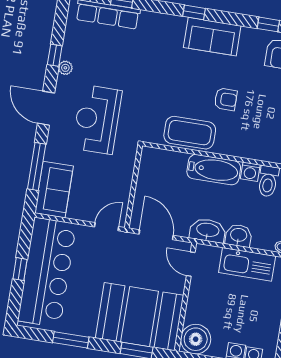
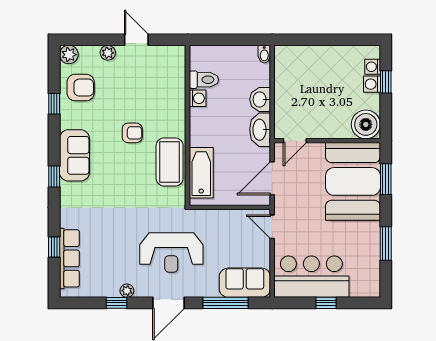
armchair: (226, 99) -> (132, 133), turned 90
bathtub: (214, 170) -> (201, 173), moved
kitchen sink: (247, 264) -> (286, 87), removed
bar counter: (47, 272) -> (311, 277), width x0.73

